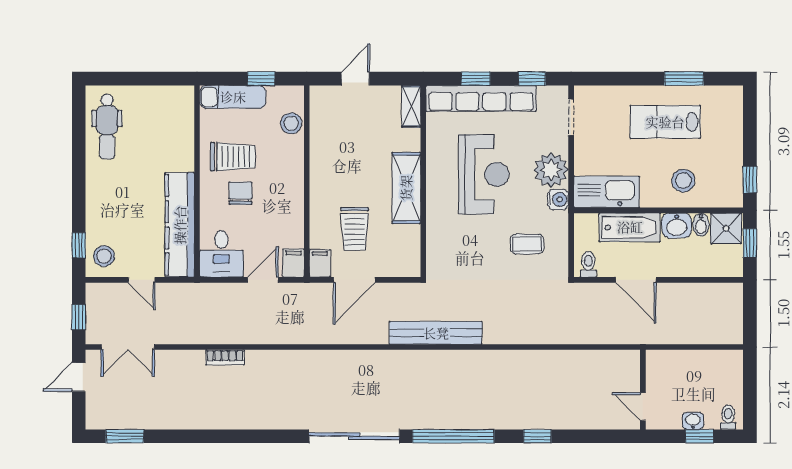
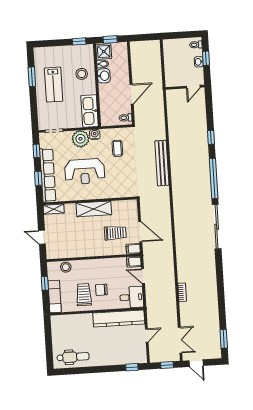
reception desk: (484, 174) -> (85, 172), turned 180
bathtub: (630, 227) -> (106, 99), removed
stool: (104, 256) -> (136, 355), removed
bench: (436, 333) -> (162, 163), moved

